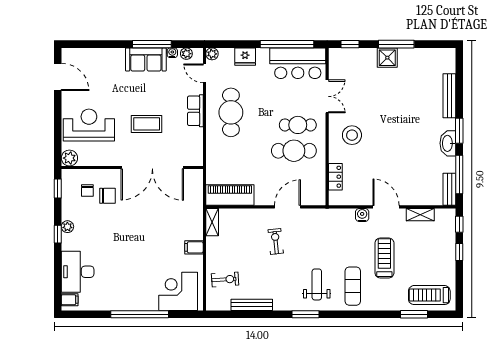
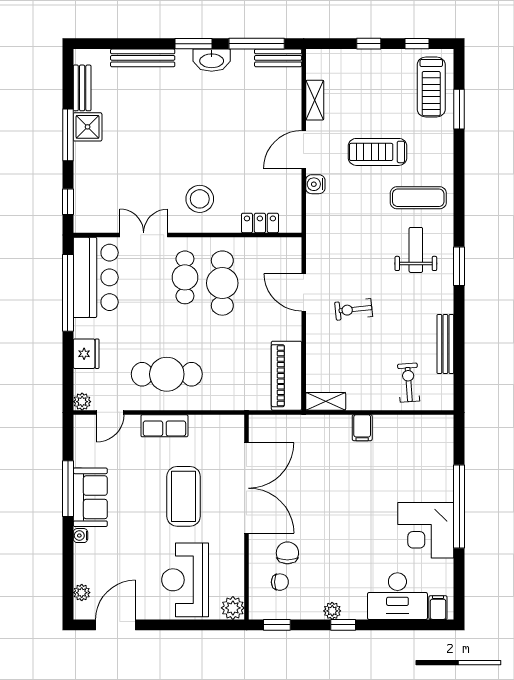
water cooler: (172, 53) -> (80, 536), moved
plant: (186, 54) -> (82, 593), moved
bench: (429, 54) -> (82, 88), added
shower: (387, 58) -> (88, 127), moved
coffee table: (147, 124) -> (184, 496), width x1.36, depth x1.32
window: (459, 224) -> (417, 44), moved
weight bench: (317, 284) -> (416, 250), turned 90
corner desk: (178, 291) -> (426, 530), moved

